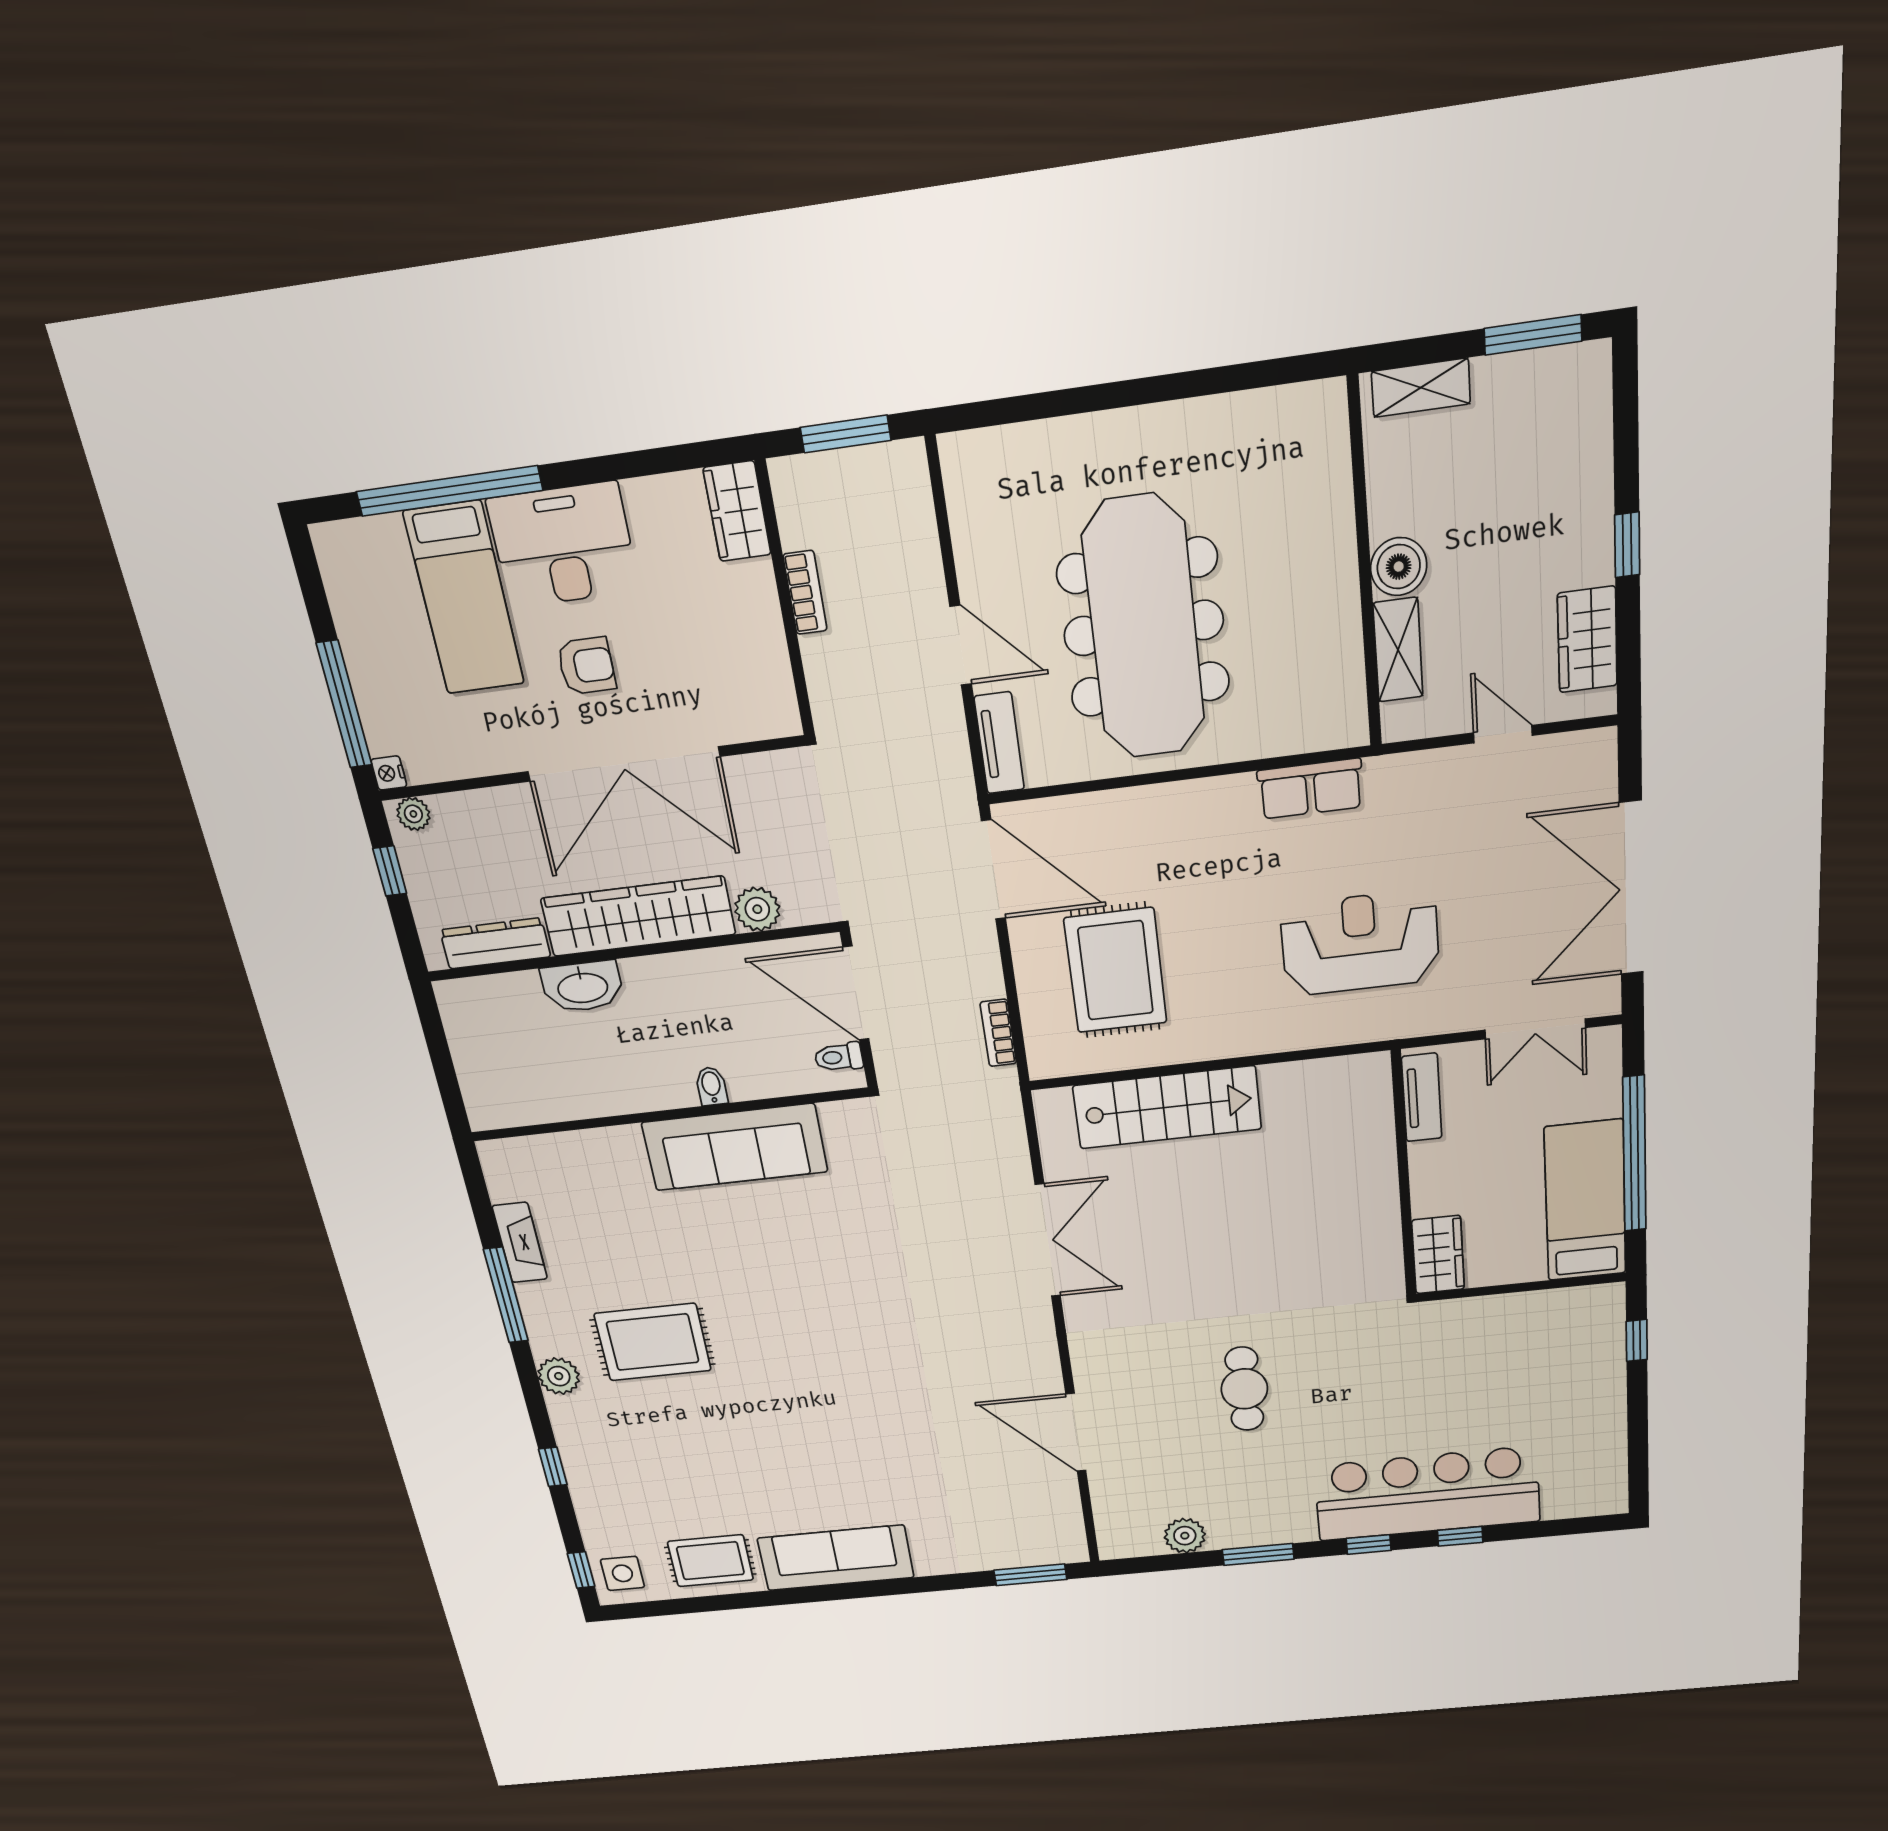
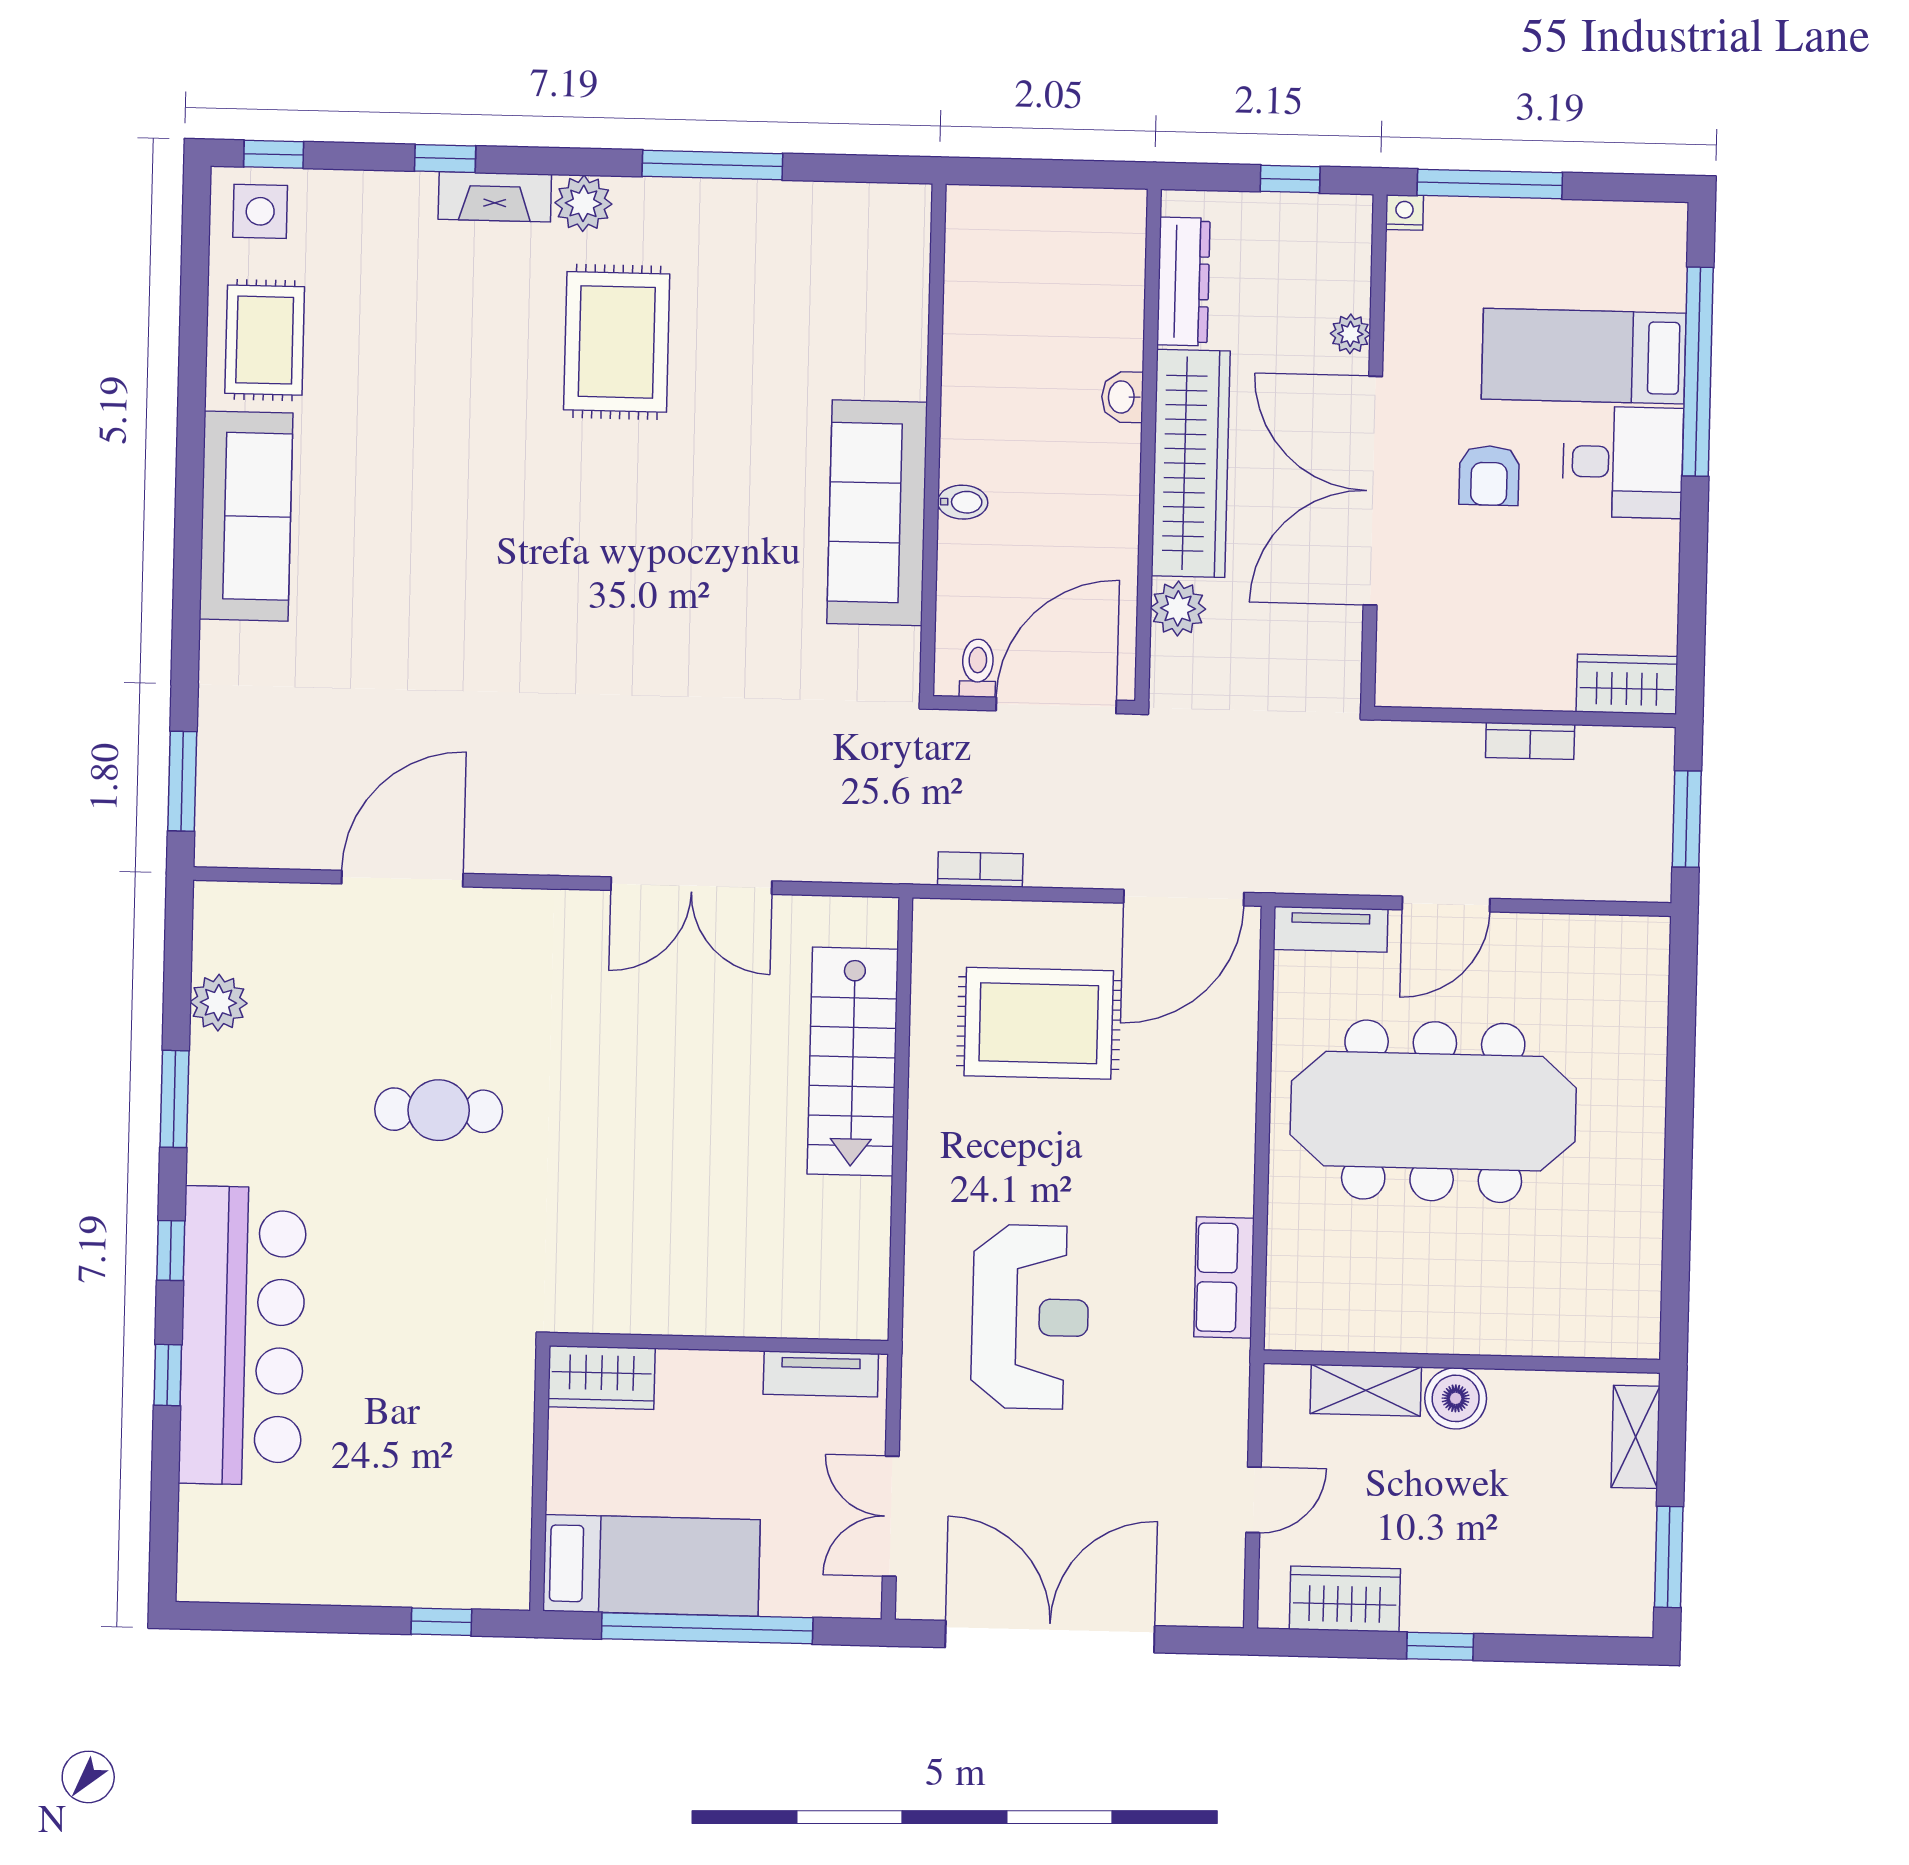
desk: (563, 545) -> (1623, 462), width x0.73
plant: (413, 814) -> (1350, 334), moved
washbasin: (582, 987) -> (1122, 397), width x0.52, depth x0.69
fireplace: (520, 1243) -> (495, 197), moved

